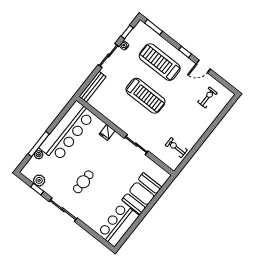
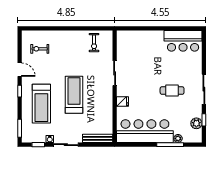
booth: (142, 194) -> (147, 41), removed

